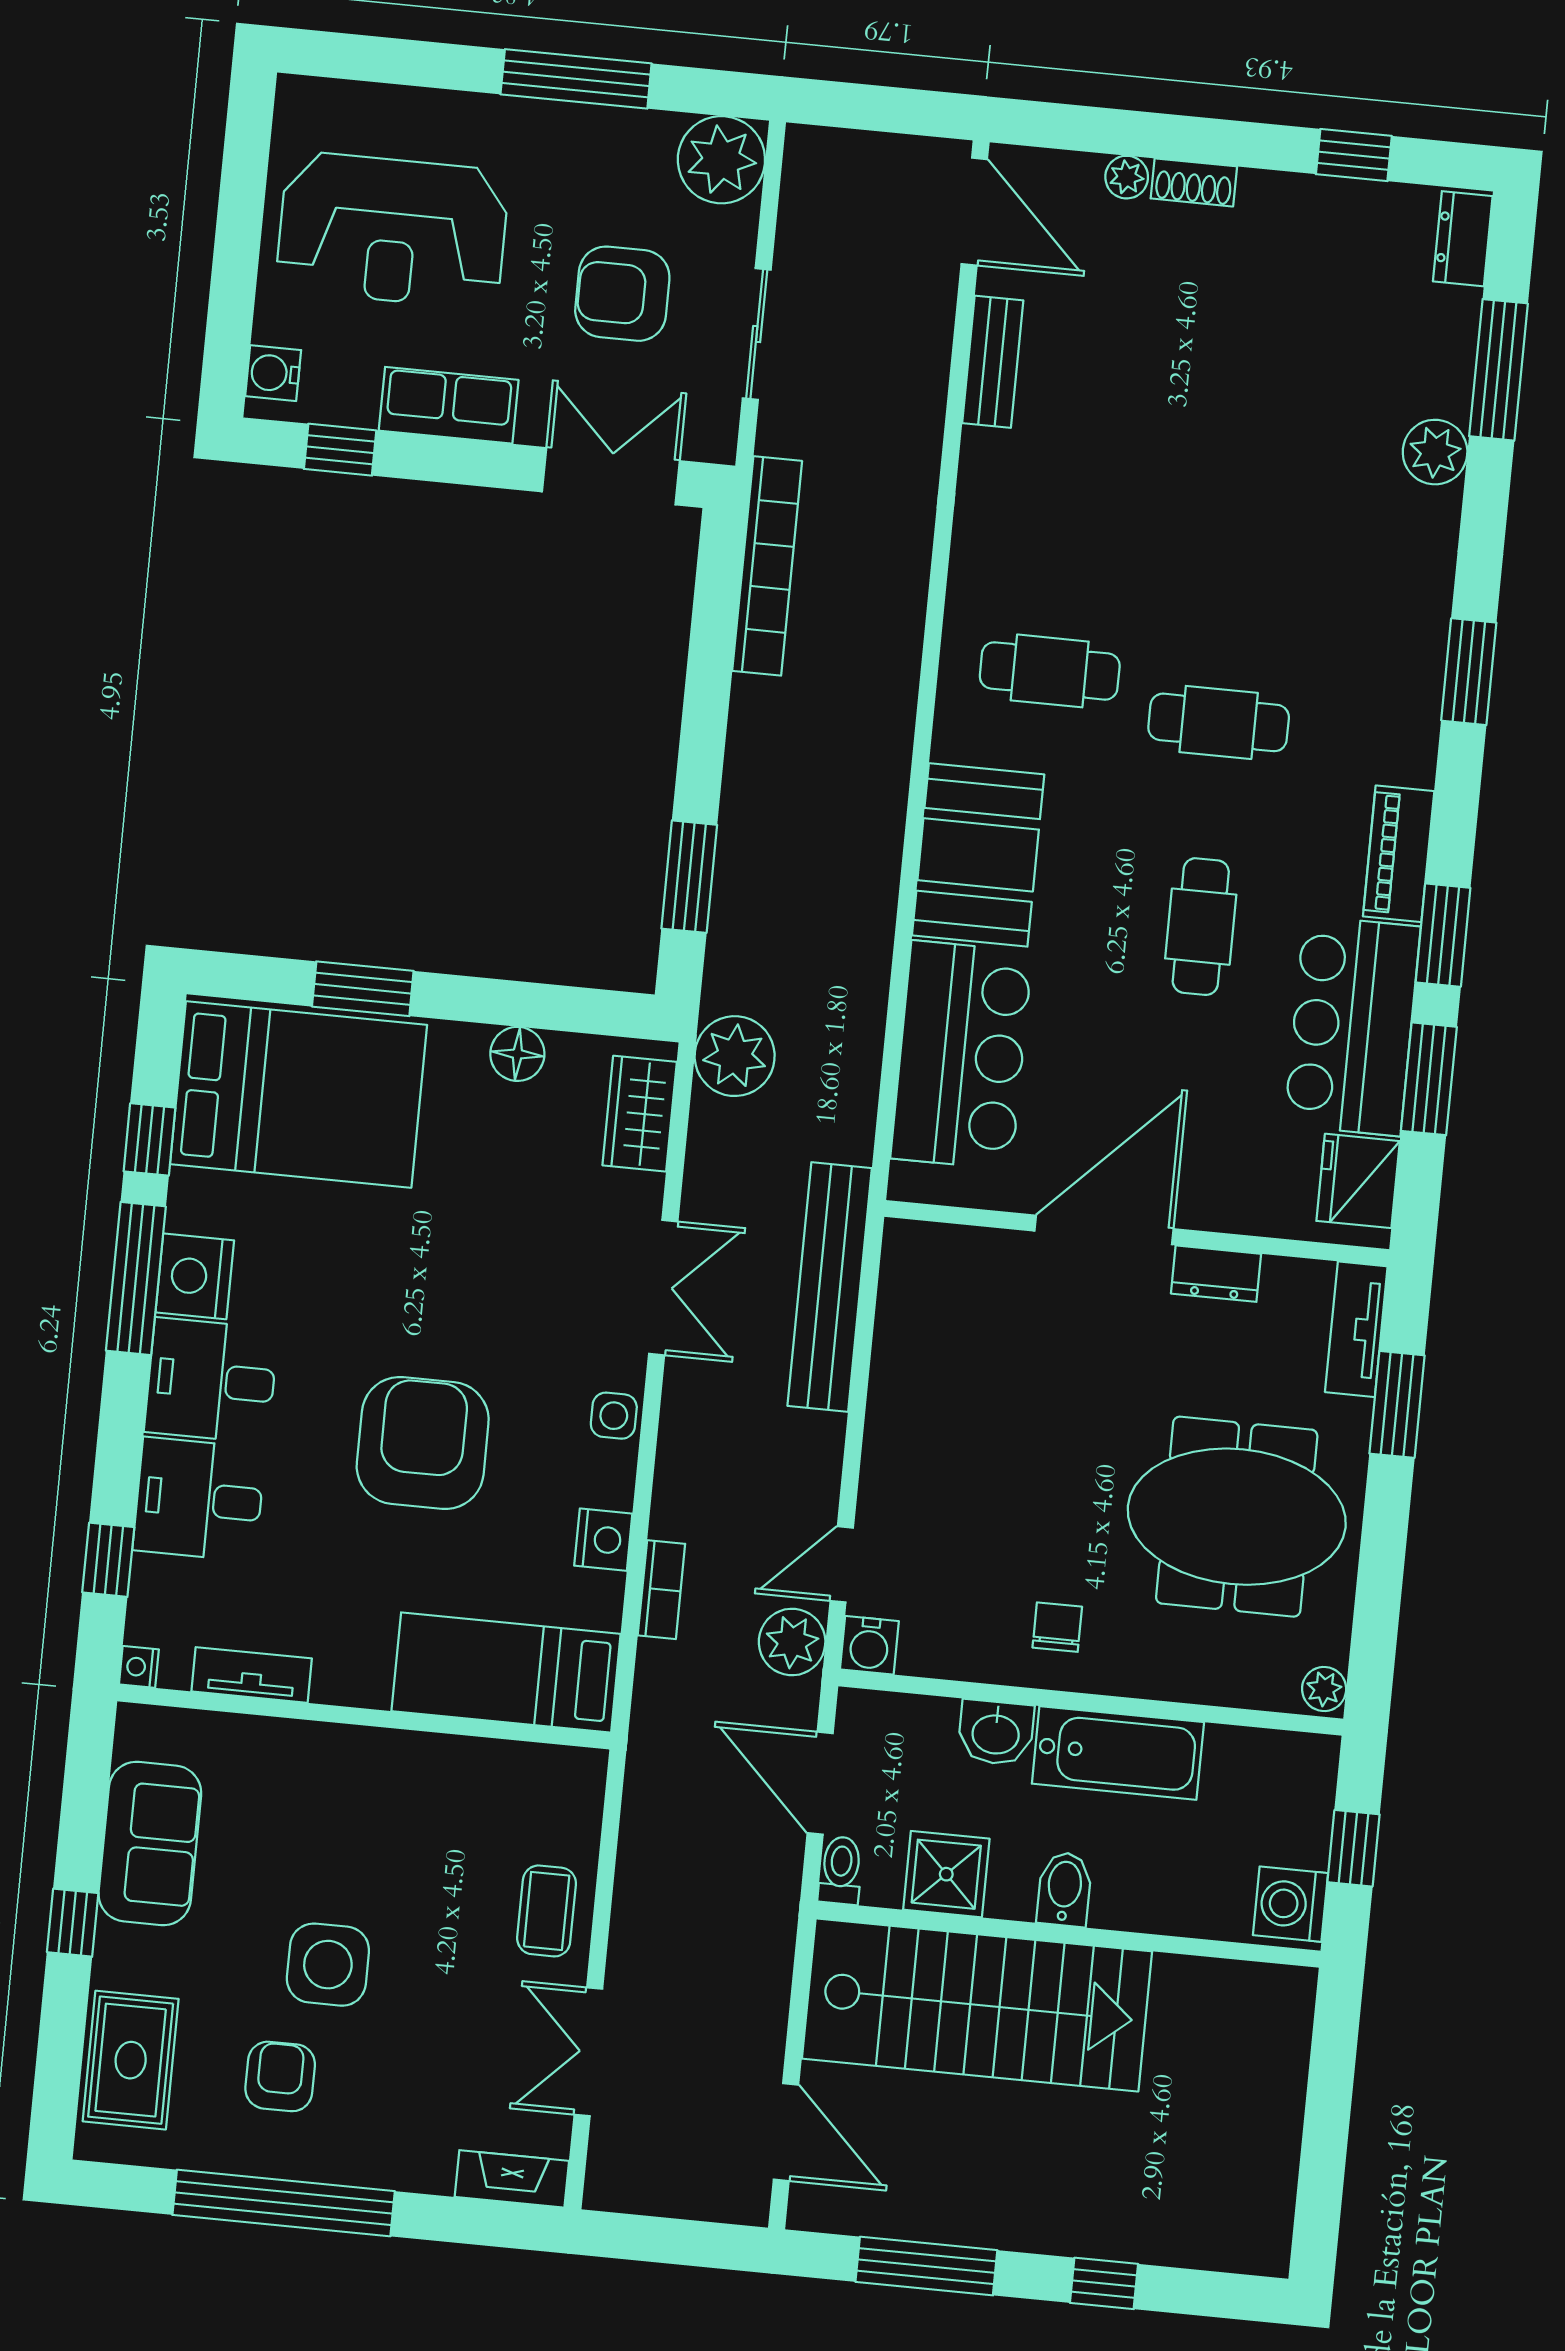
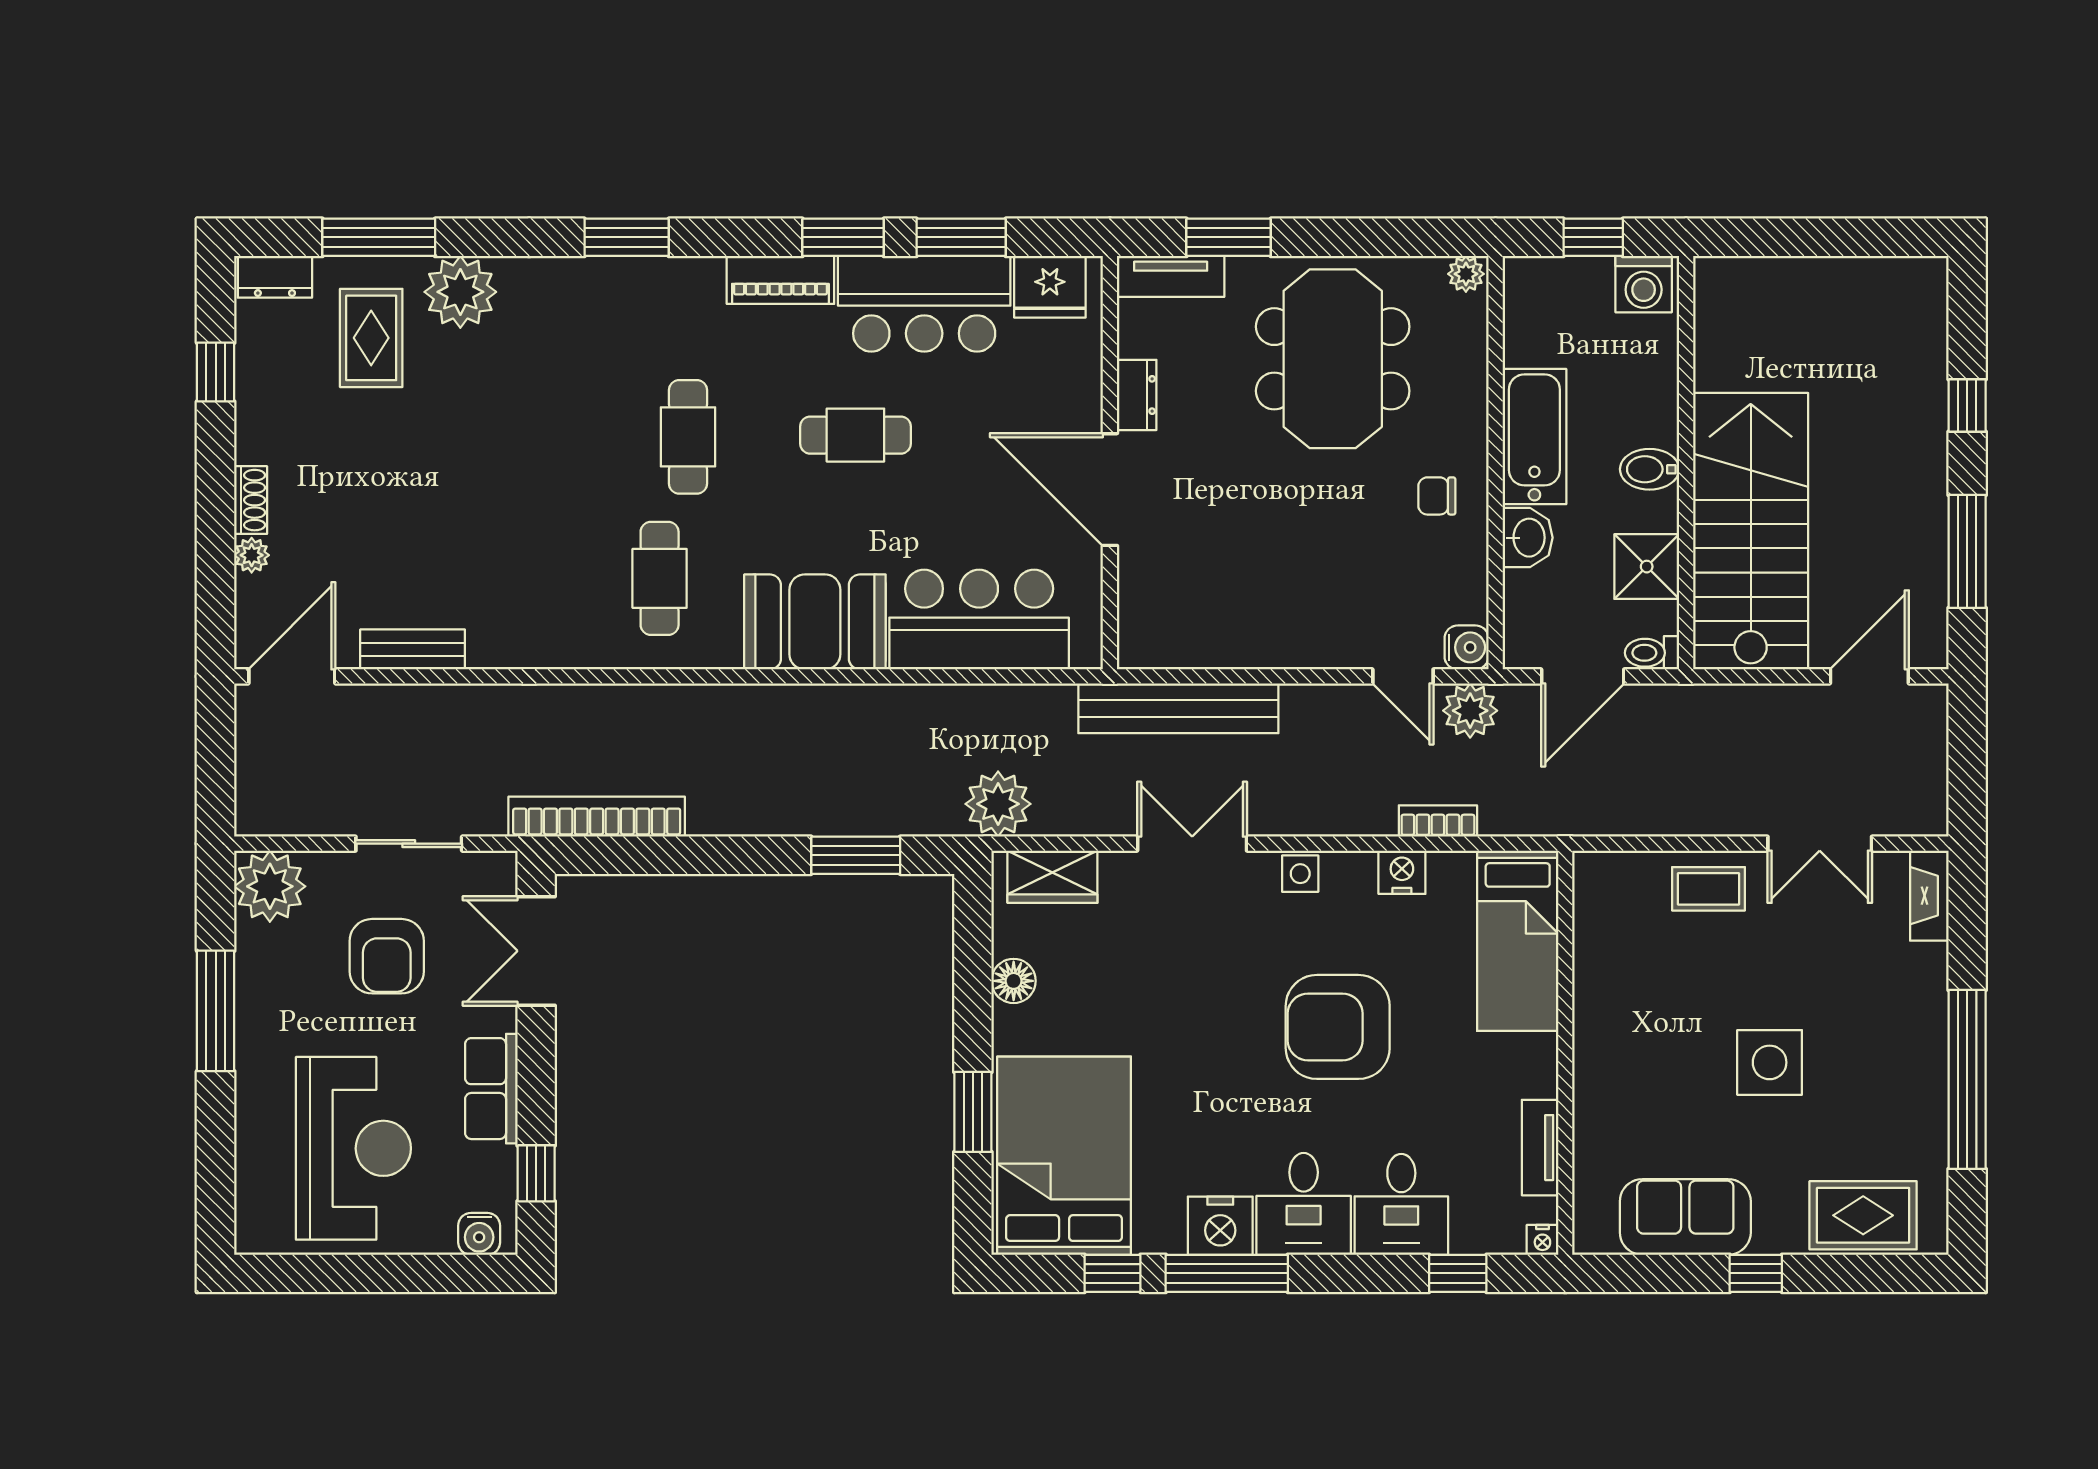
rug: (1377, 349) -> (371, 338), added
plant: (1435, 452) -> (460, 292), width x1.36, depth x1.36
armchair: (280, 2076) -> (1864, 1092), removed

